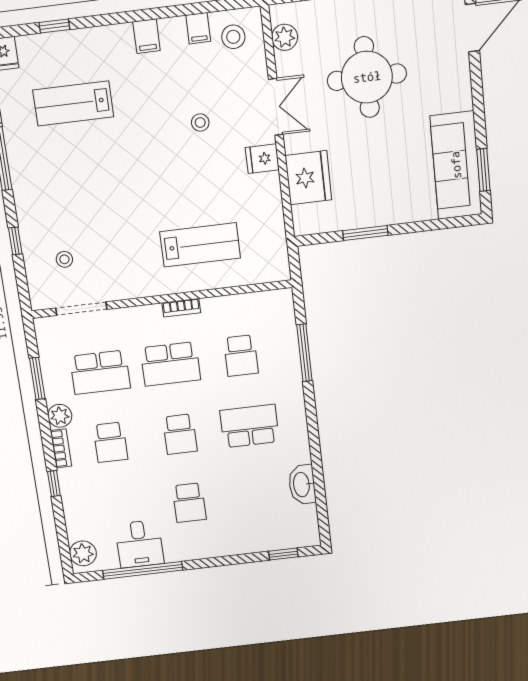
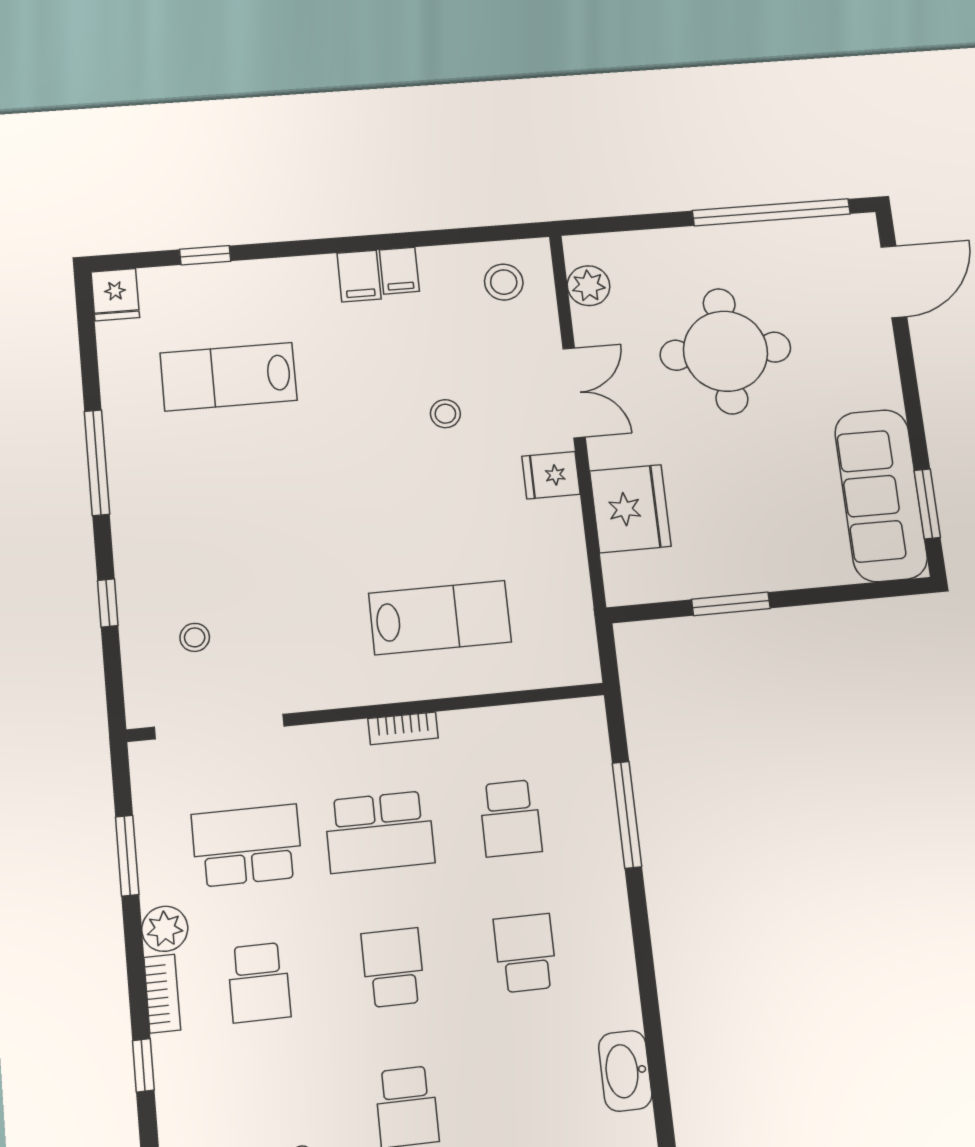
filing cabinet: (198, 28) -> (399, 271), moved
doorway: (81, 309) -> (219, 727), width x1.36
school desk: (100, 372) -> (247, 846), turned 180
school desk: (250, 426) -> (525, 953), width x0.54
school desk: (180, 434) -> (393, 968), turned 180

